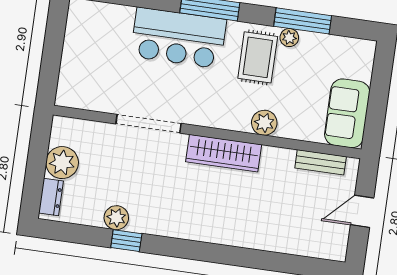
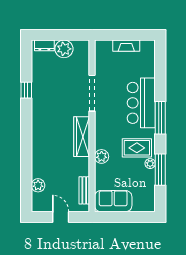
fireplace: (72, 50) -> (126, 46), added
plant: (116, 218) -> (38, 185), moved

